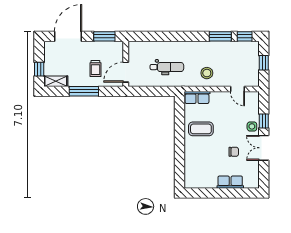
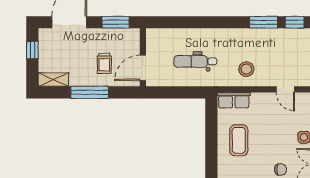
dental chair: (167, 67) -> (195, 61), turned 180
window: (39, 69) -> (32, 50), moved
coffee table: (201, 129) -> (239, 140), turned 90

